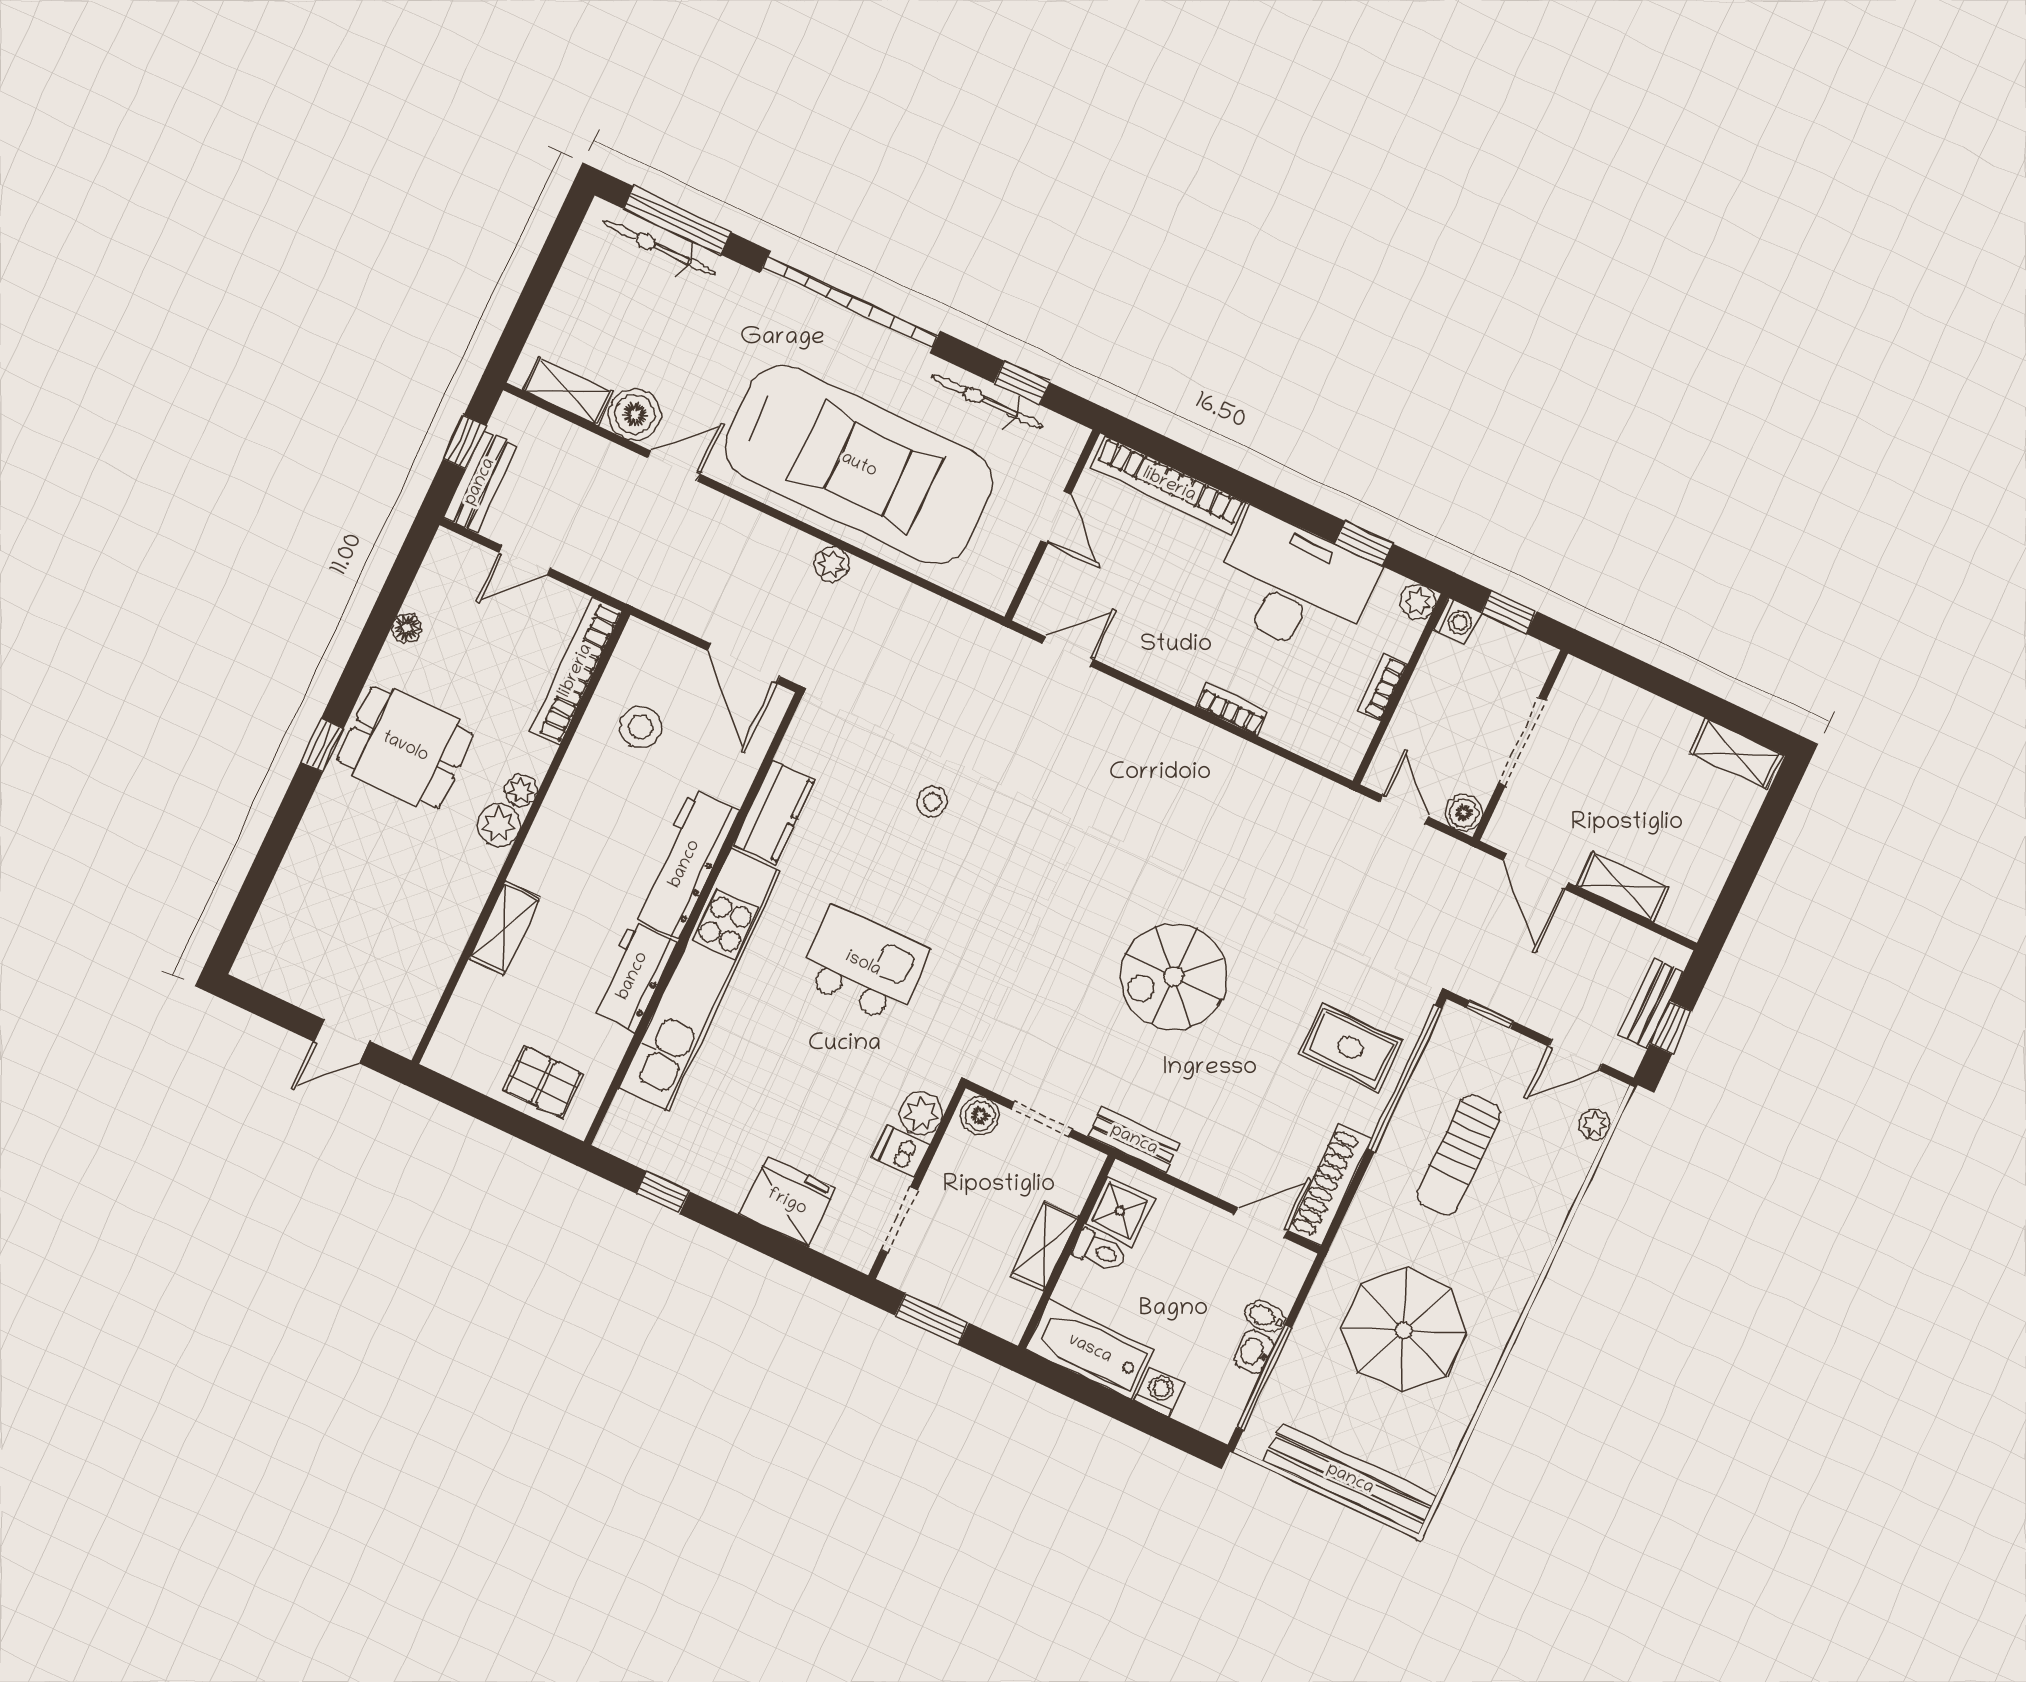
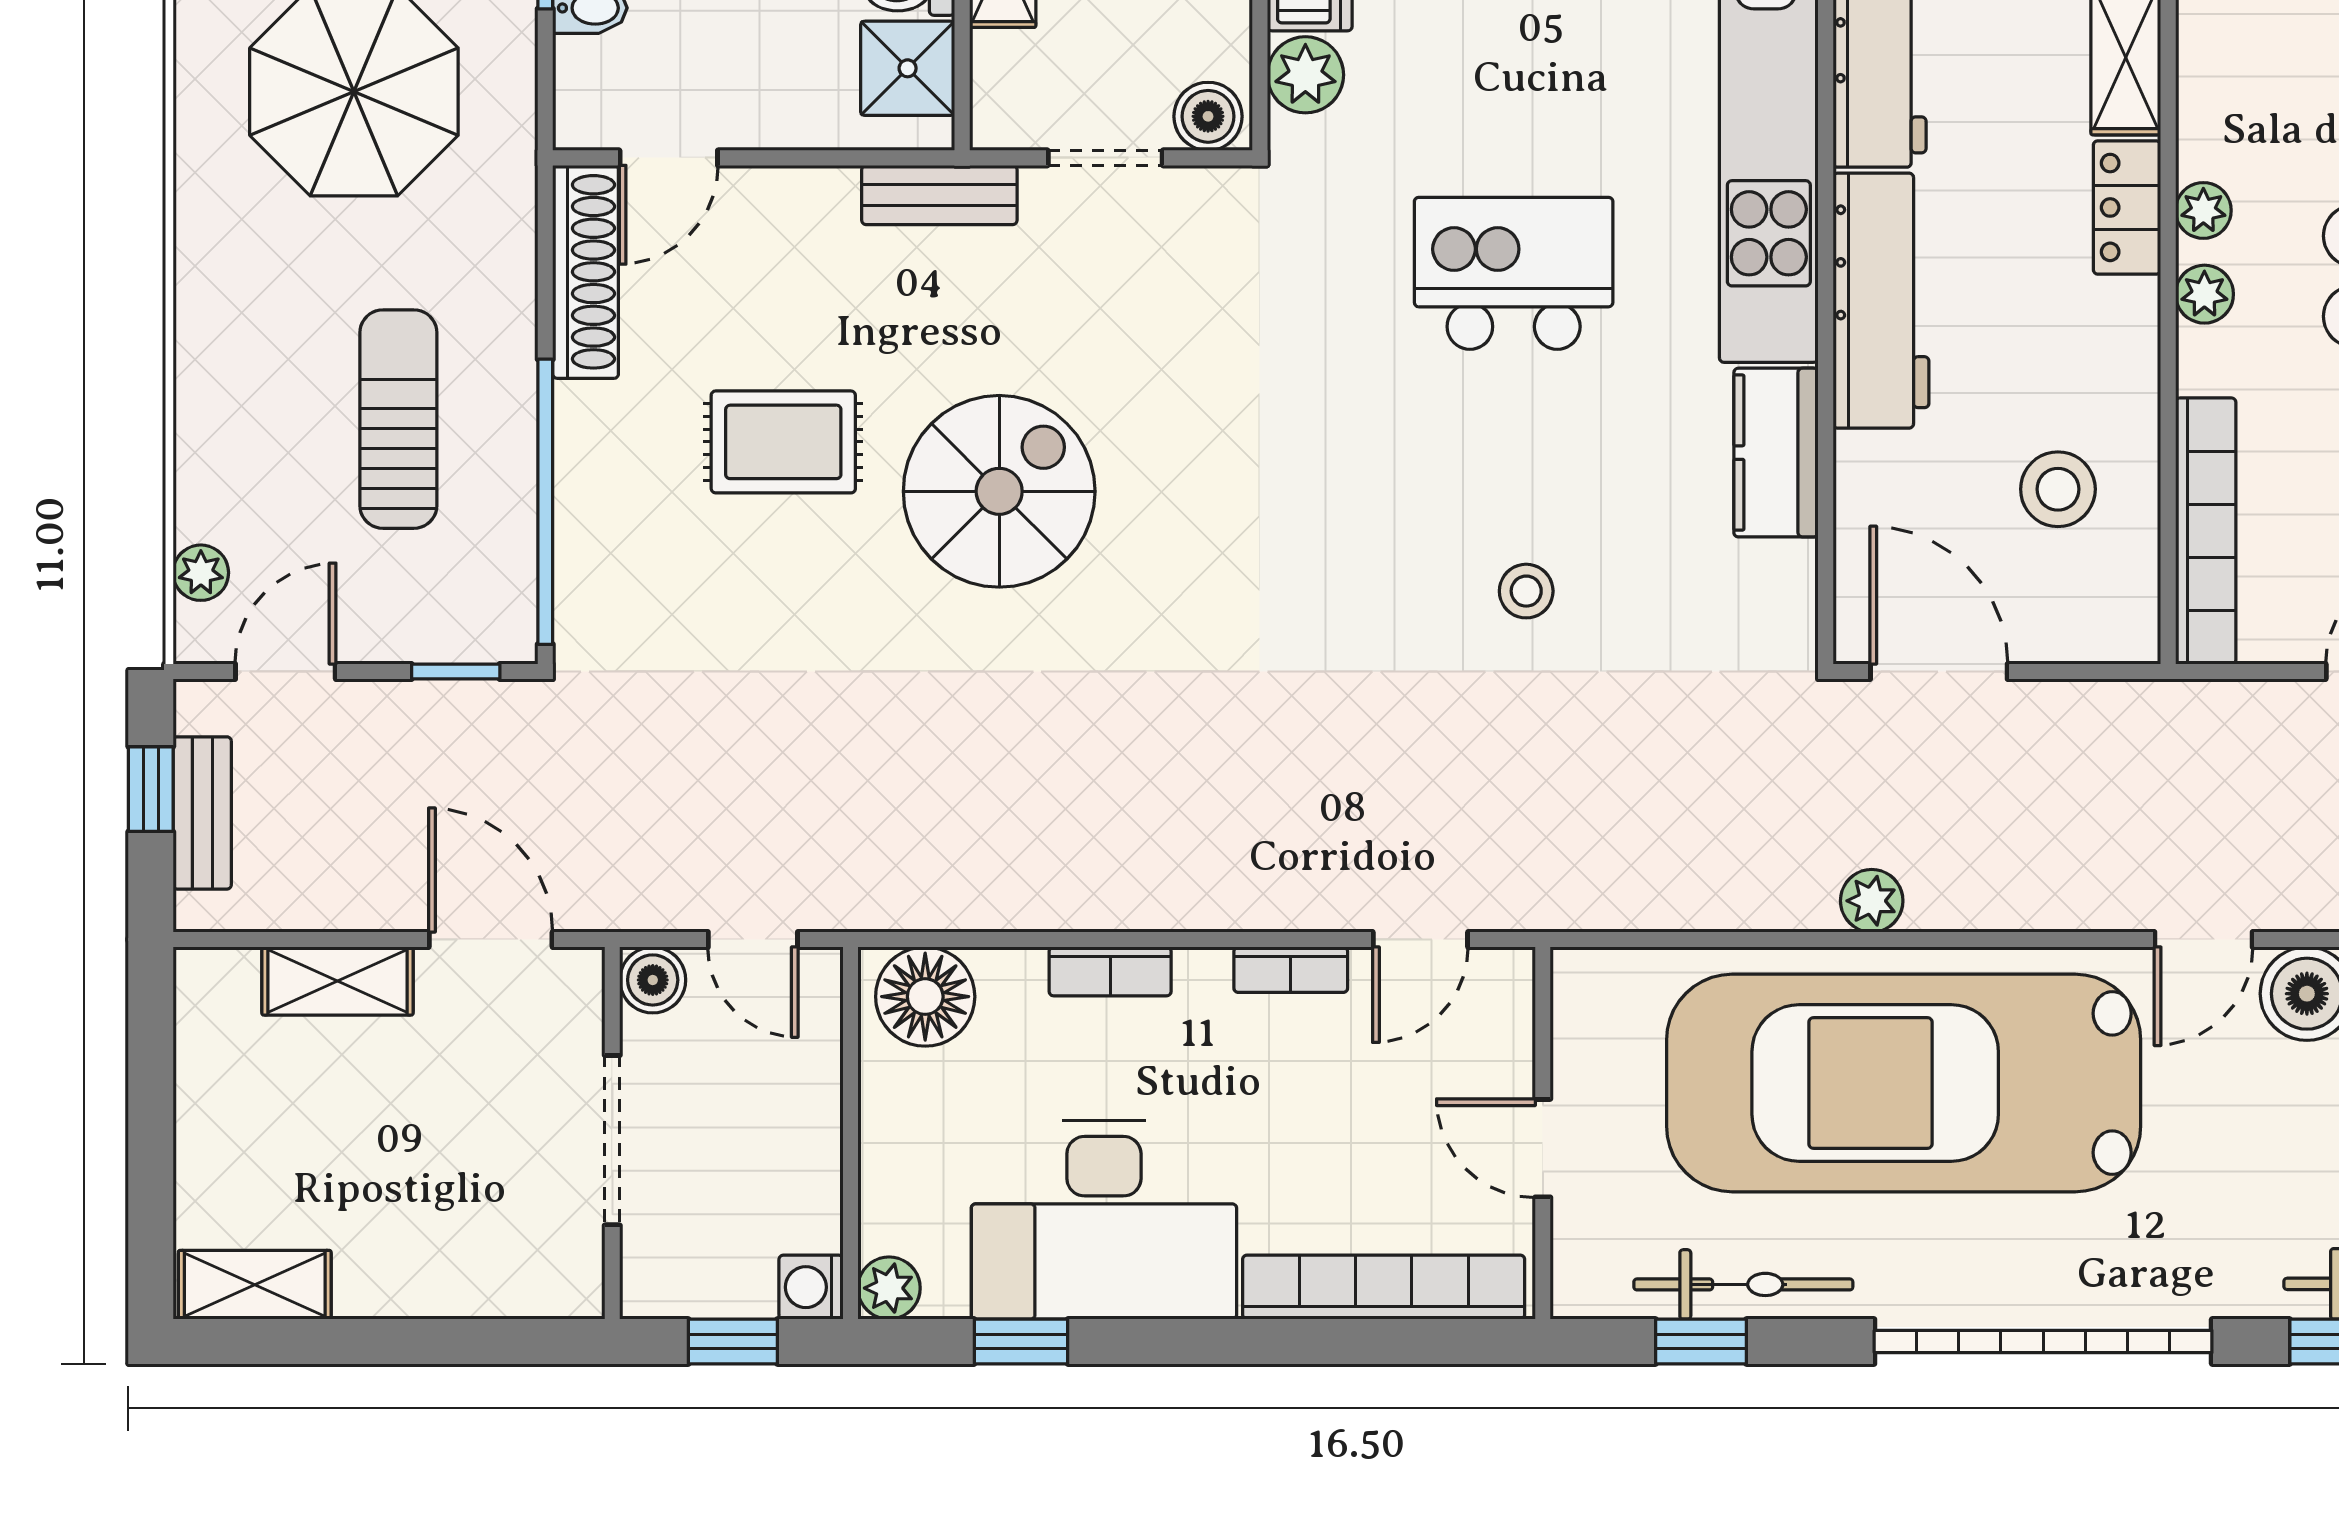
bookcase: (1382, 688) -> (1291, 970), moved, turned 90
floor lamp: (1331, 740) -> (925, 997), added
plant: (499, 825) -> (2203, 210), width x0.73, depth x0.73
locker: (539, 852) -> (2127, 207), added
kitchen island: (863, 964) -> (1514, 273), turned 180
rug: (1350, 1047) -> (783, 442), moved

